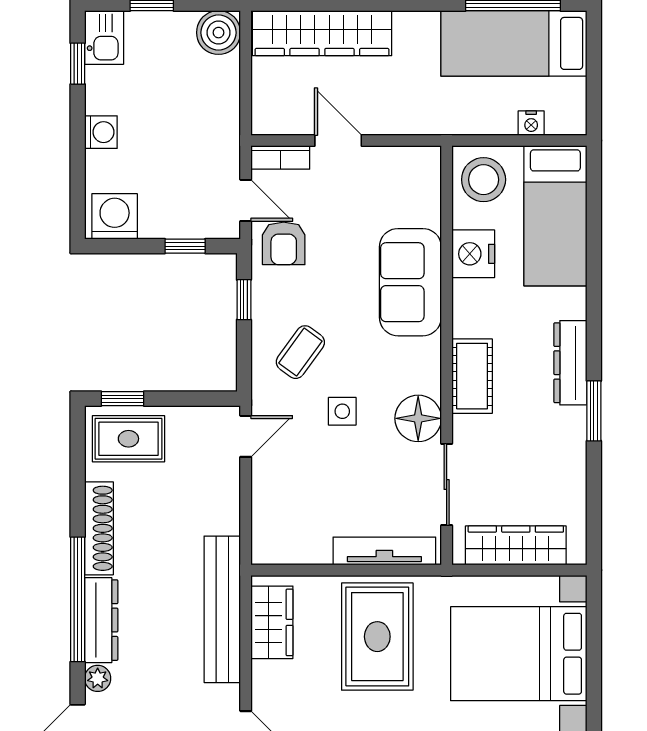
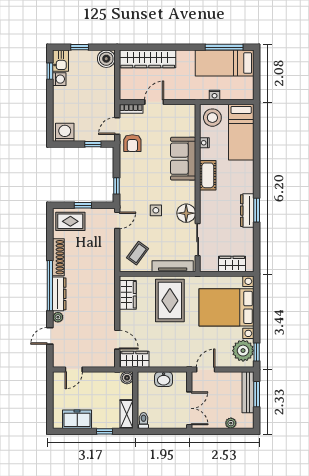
nightstand: (531, 123) -> (215, 95), moved
washing machine: (101, 132) -> (59, 79), moved
door: (338, 140) -> (154, 102), hinge flipped
door: (246, 200) -> (117, 126), swing flipped
nightstand: (473, 254) -> (204, 143), width x0.53, depth x0.56
window: (244, 300) -> (116, 186), moved
coffee table: (300, 352) -> (138, 253), moved
dresser: (570, 363) -> (247, 211), moved
cot: (472, 376) -> (208, 175), moved
window: (122, 399) -> (83, 205), moved
wardrobe: (516, 545) -> (232, 264), width x0.67
bench: (222, 609) -> (108, 290), removed

